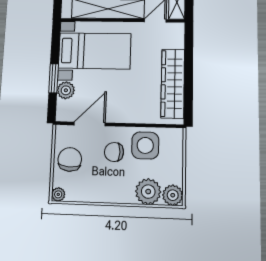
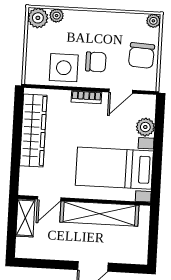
window: (54, 78) -> (158, 140), removed
bookcase: (122, 117) -> (86, 97), added
door: (90, 124) -> (121, 91), width x0.73
plant: (148, 192) -> (57, 16), width x0.53, depth x0.53

